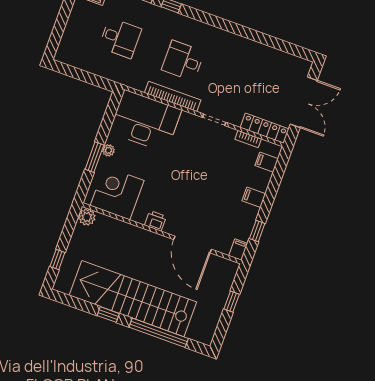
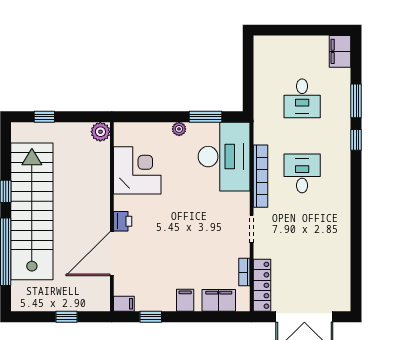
window: (94, 157) -> (205, 117), moved
filing cabinet: (267, 162) -> (219, 300), width x2.00
corner desk: (117, 193) -> (137, 170), moved
printer: (155, 221) -> (123, 221), moved

